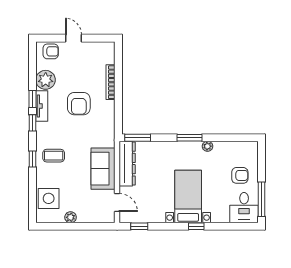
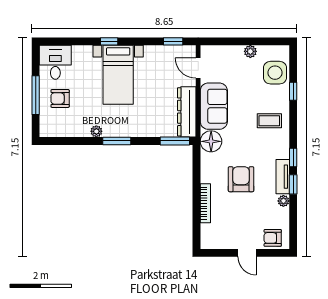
plant: (46, 80) -> (283, 201), width x0.53, depth x0.53
floor lamp: (106, 137) -> (211, 141), added
window: (32, 159) -> (293, 91), moved
window: (262, 199) -> (36, 95), moved

